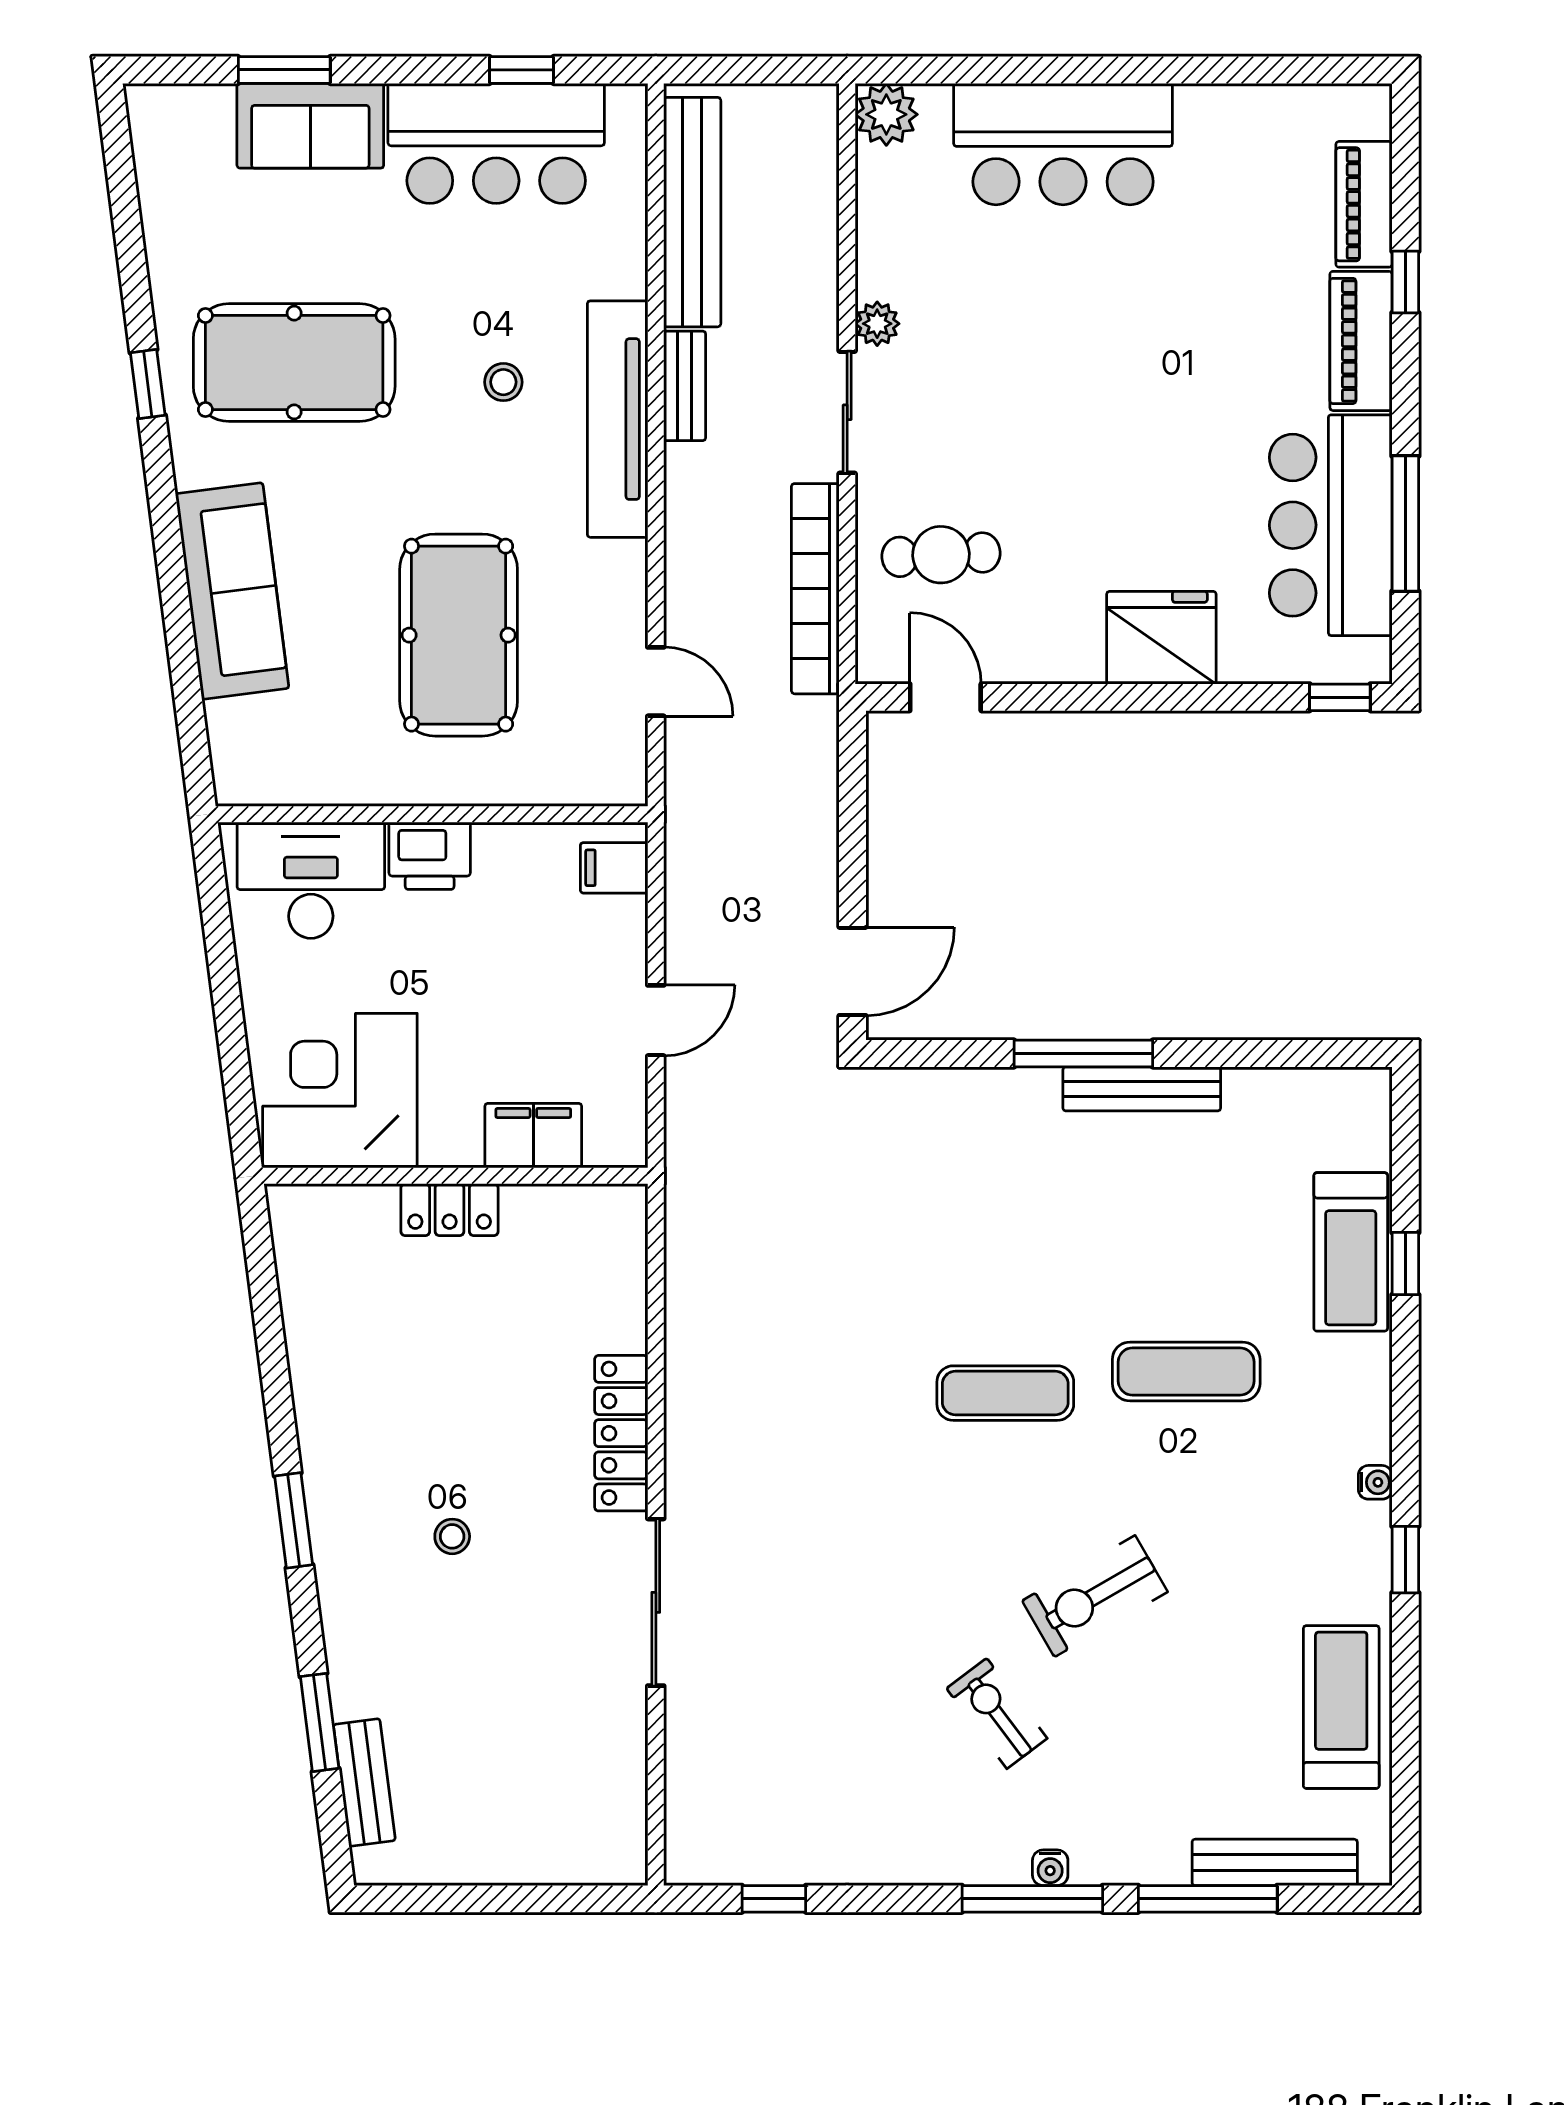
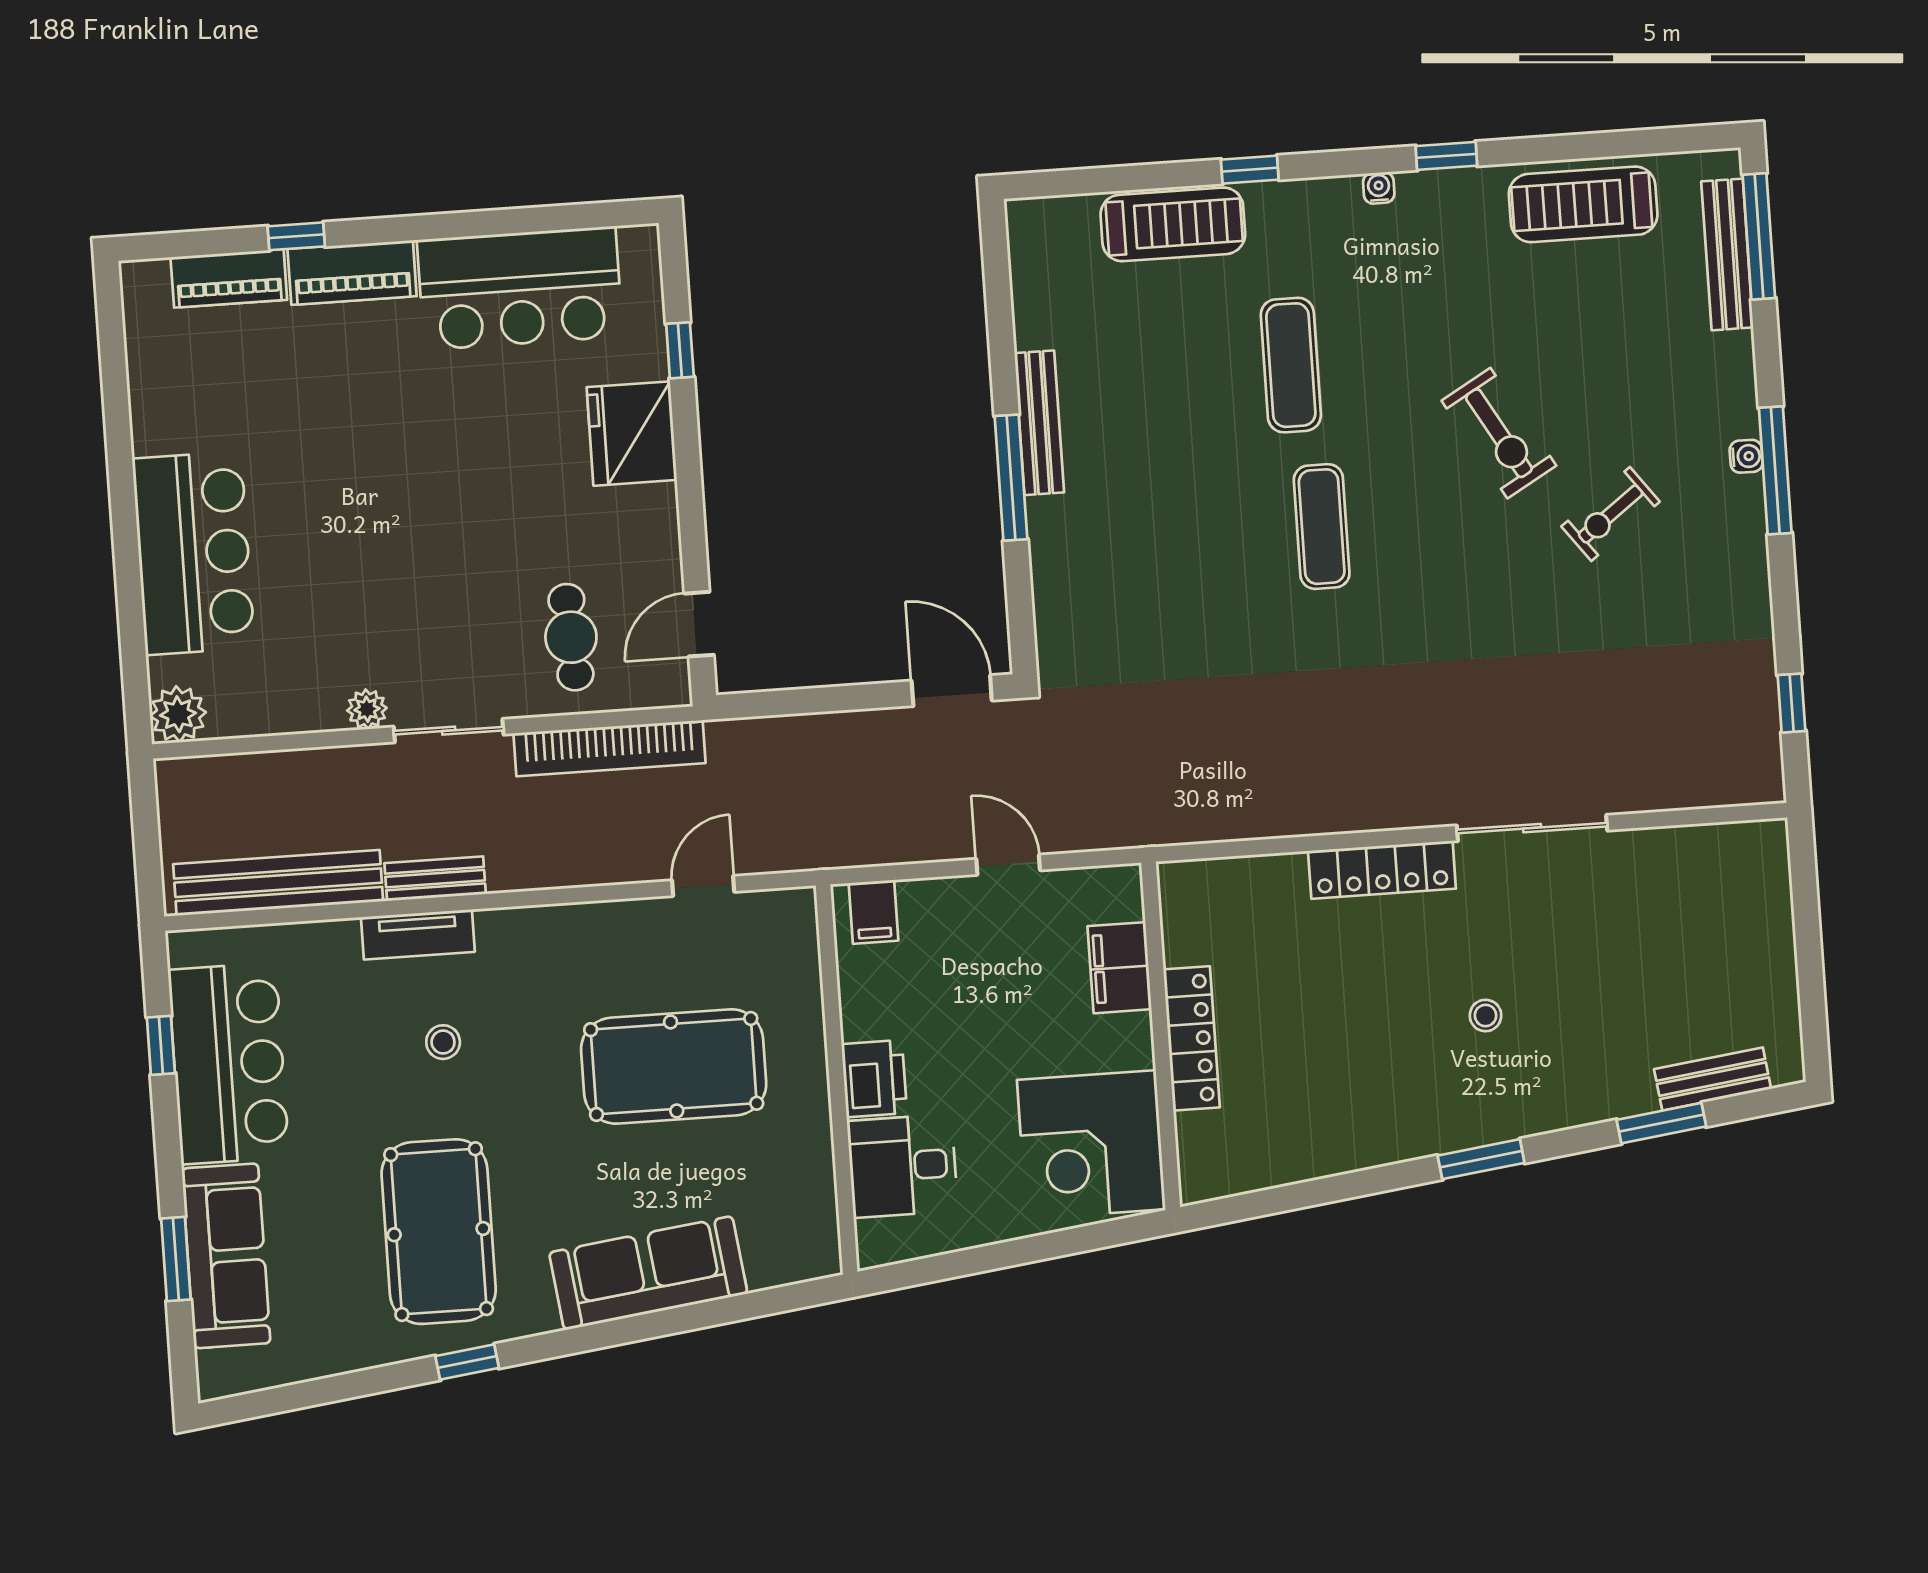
sofa: (310, 126) -> (226, 1256), width x1.36
tv unit: (618, 419) -> (418, 934), width x0.52, depth x0.78
window: (1405, 524) -> (514, 221), removed
window: (1340, 697) -> (680, 350), moved
desk: (311, 880) -> (902, 1166), width x0.73
locker: (450, 1210) -> (1192, 1038), width x1.53
window: (1405, 1264) -> (1250, 170), moved
window: (1208, 1899) -> (1759, 236), moved

